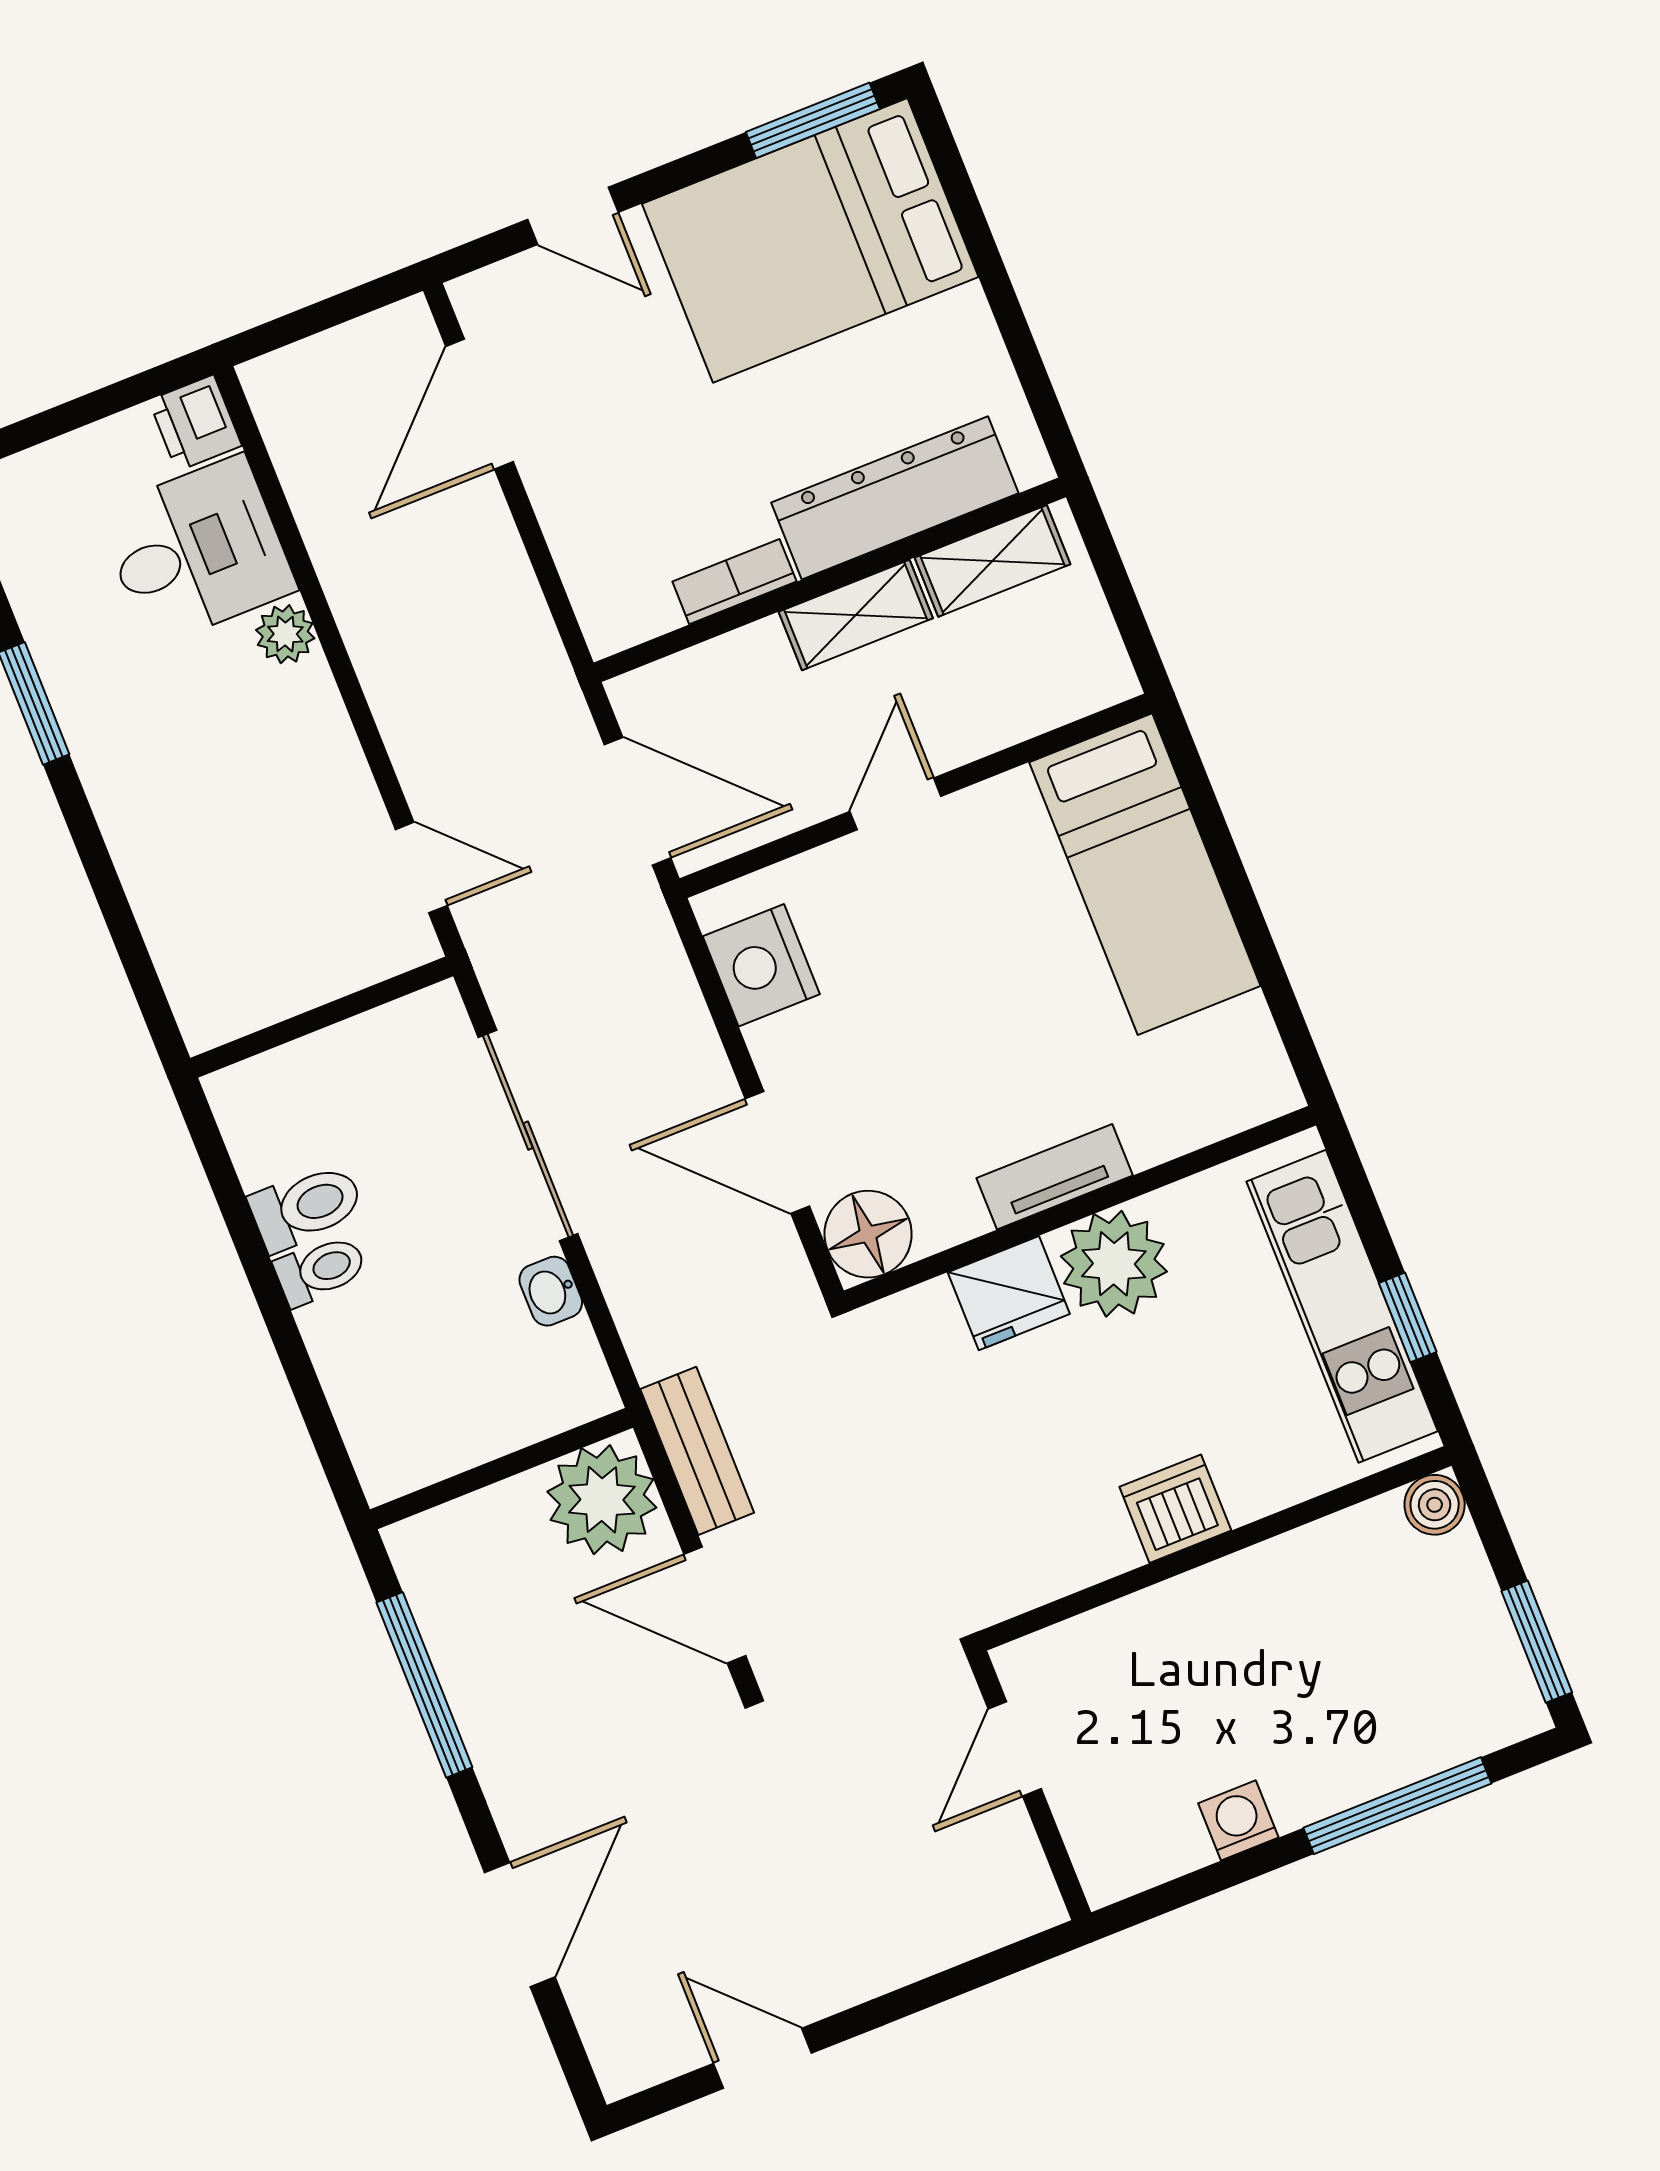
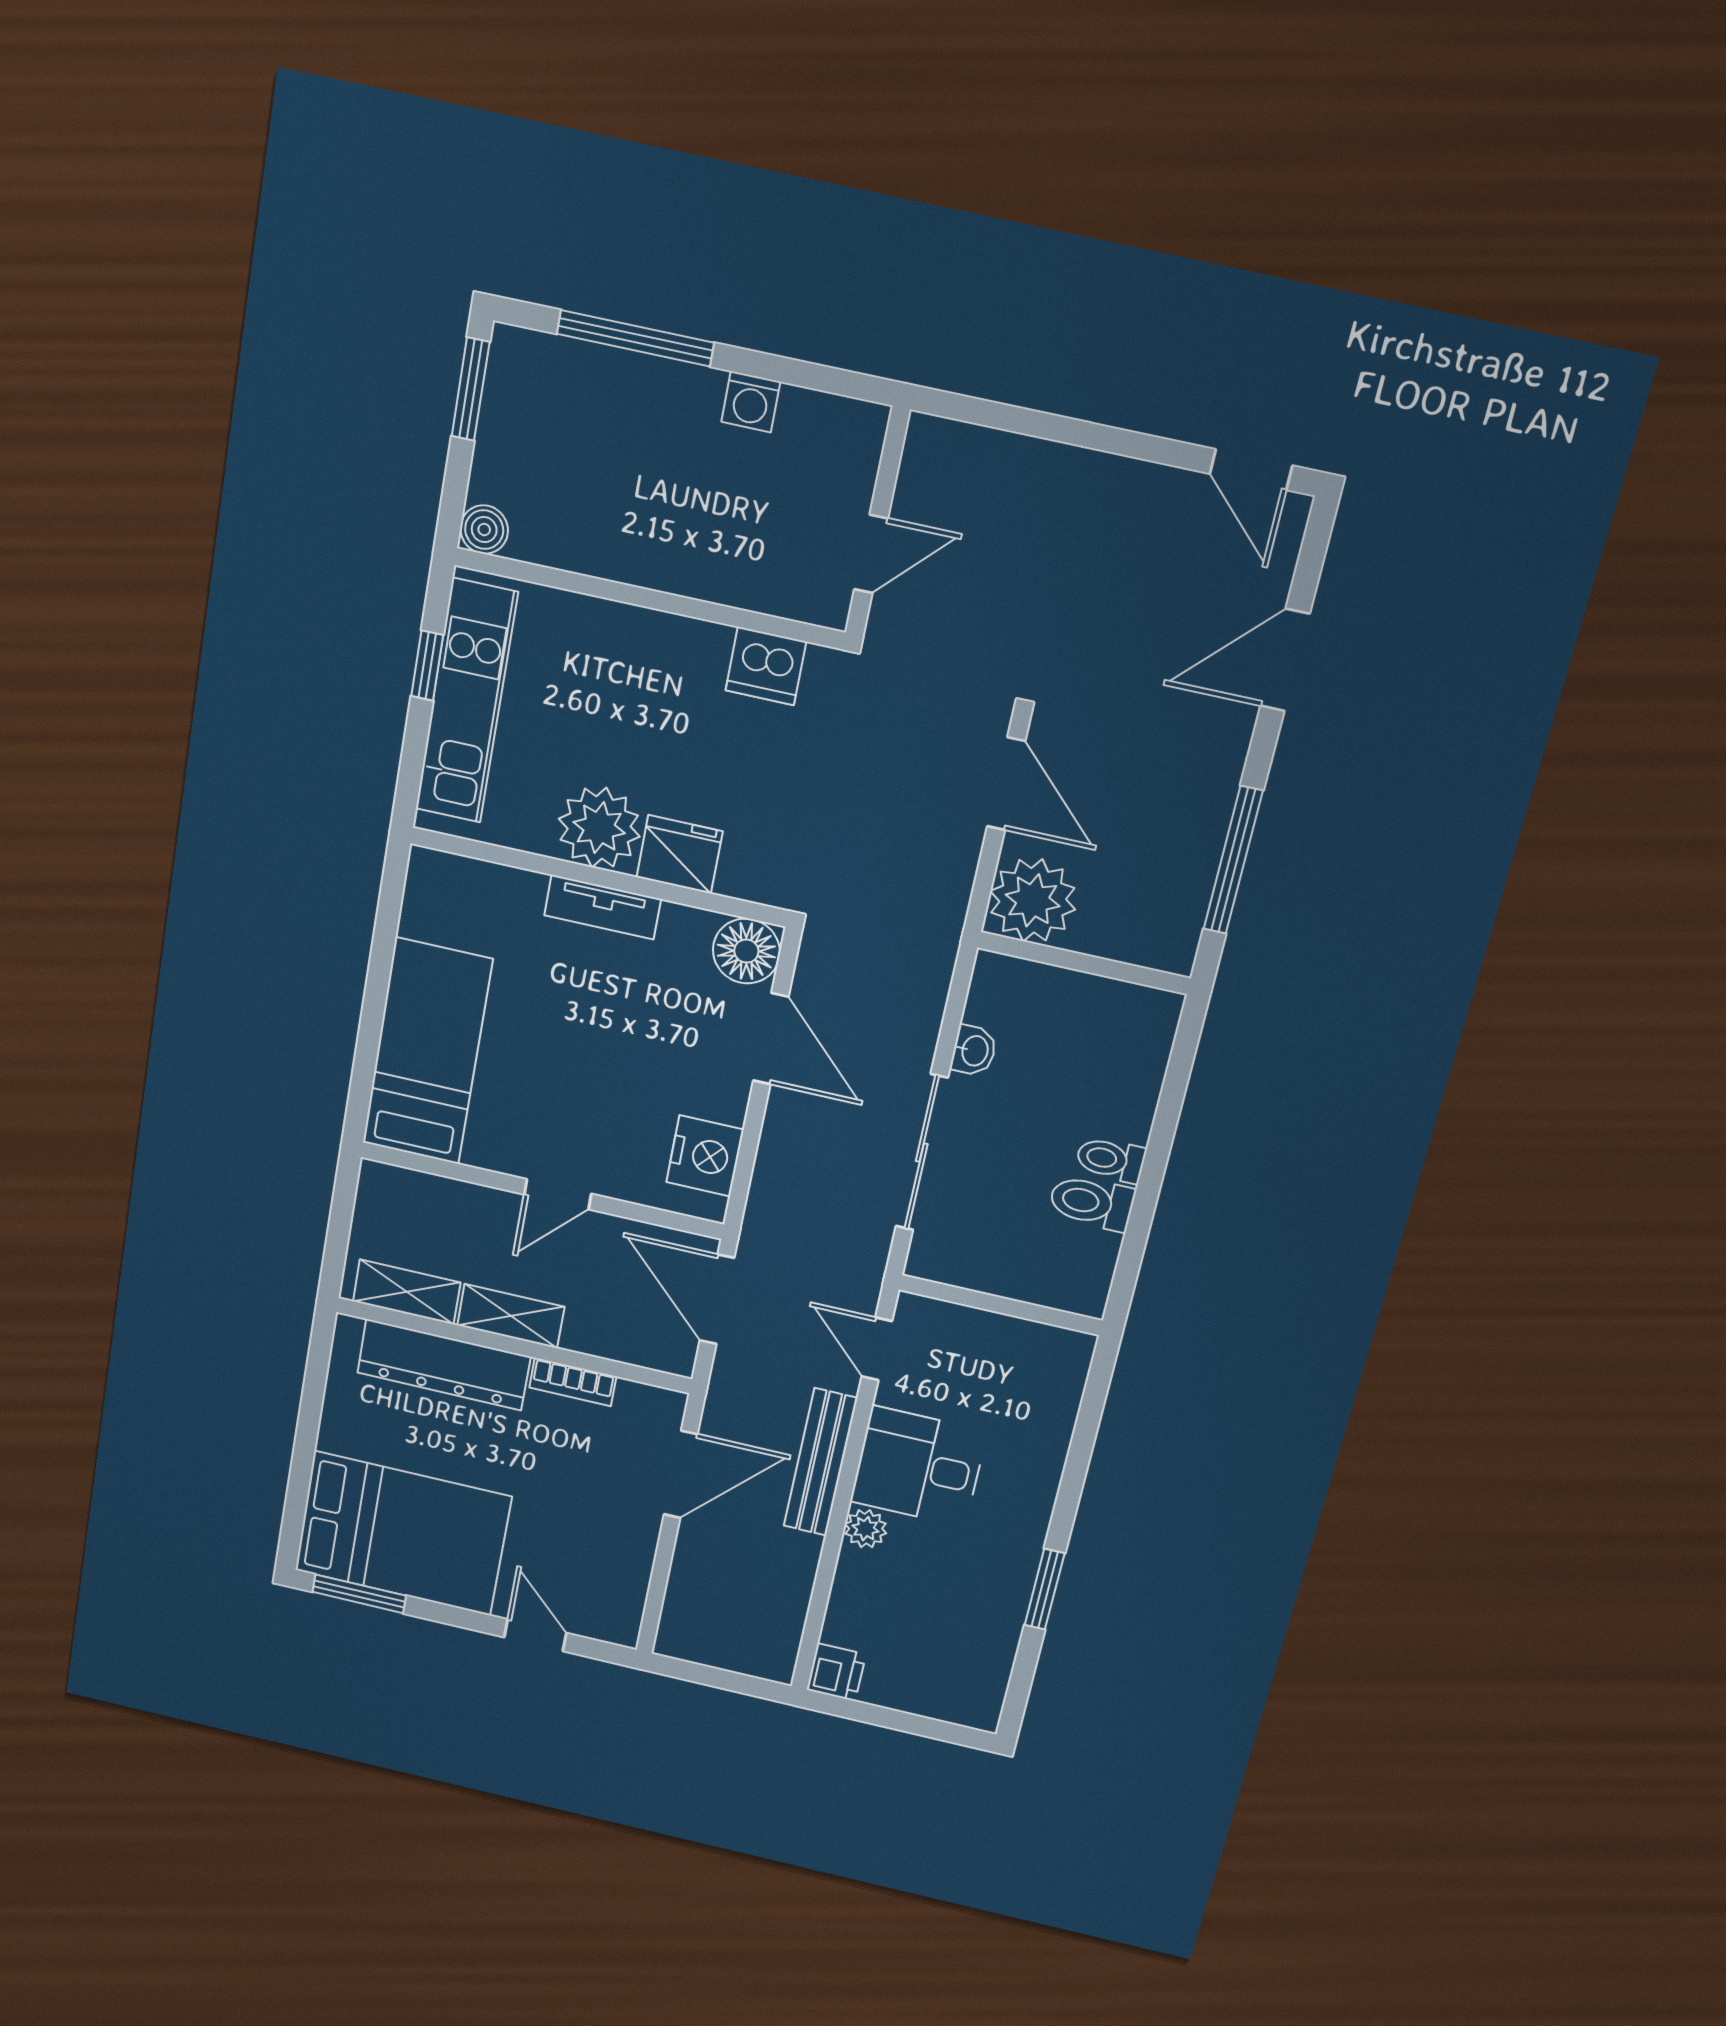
door: (480, 404) -> (681, 1474), moved
desk: (197, 551) -> (919, 1467), moved
bench: (697, 1451) -> (820, 1462), moved, width x1.36
dishwasher: (1175, 1509) -> (766, 666), moved
door: (763, 2058) -> (1251, 470), moved

